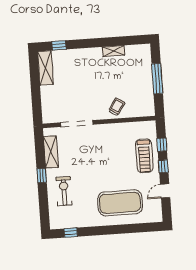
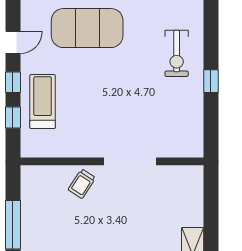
doorway: (77, 123) -> (130, 161), moved
shelving: (51, 152) -> (193, 118), removed

